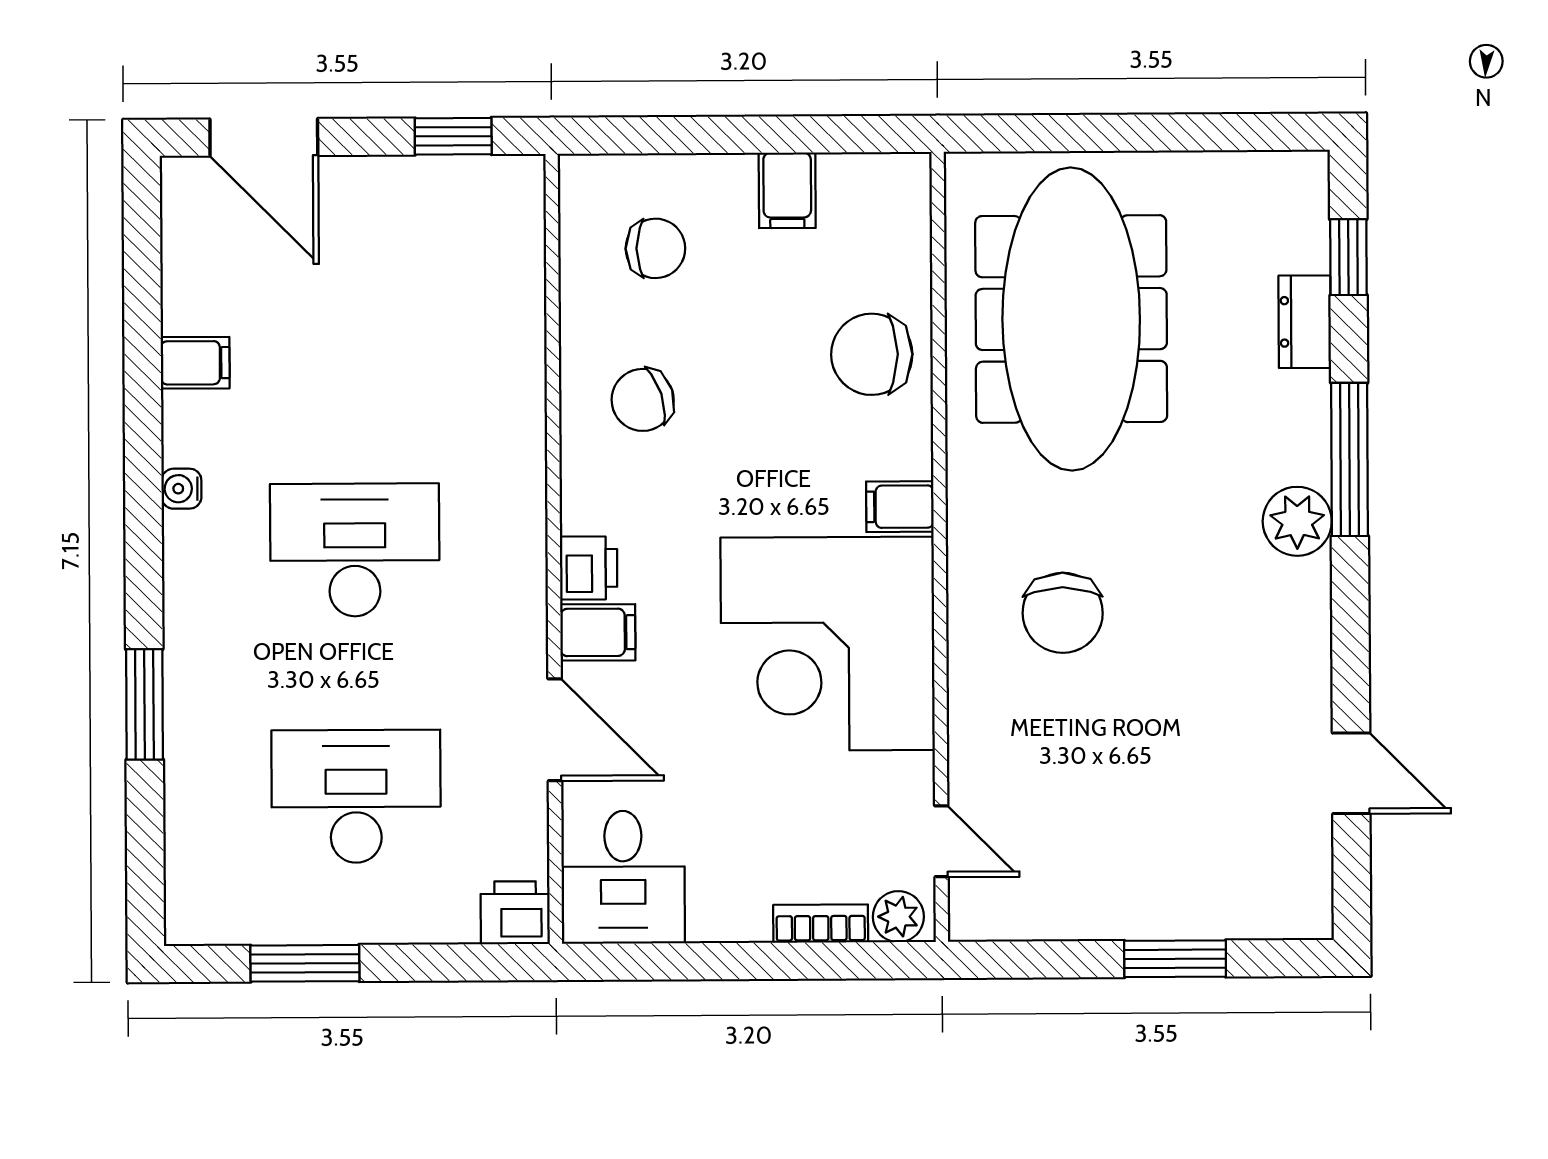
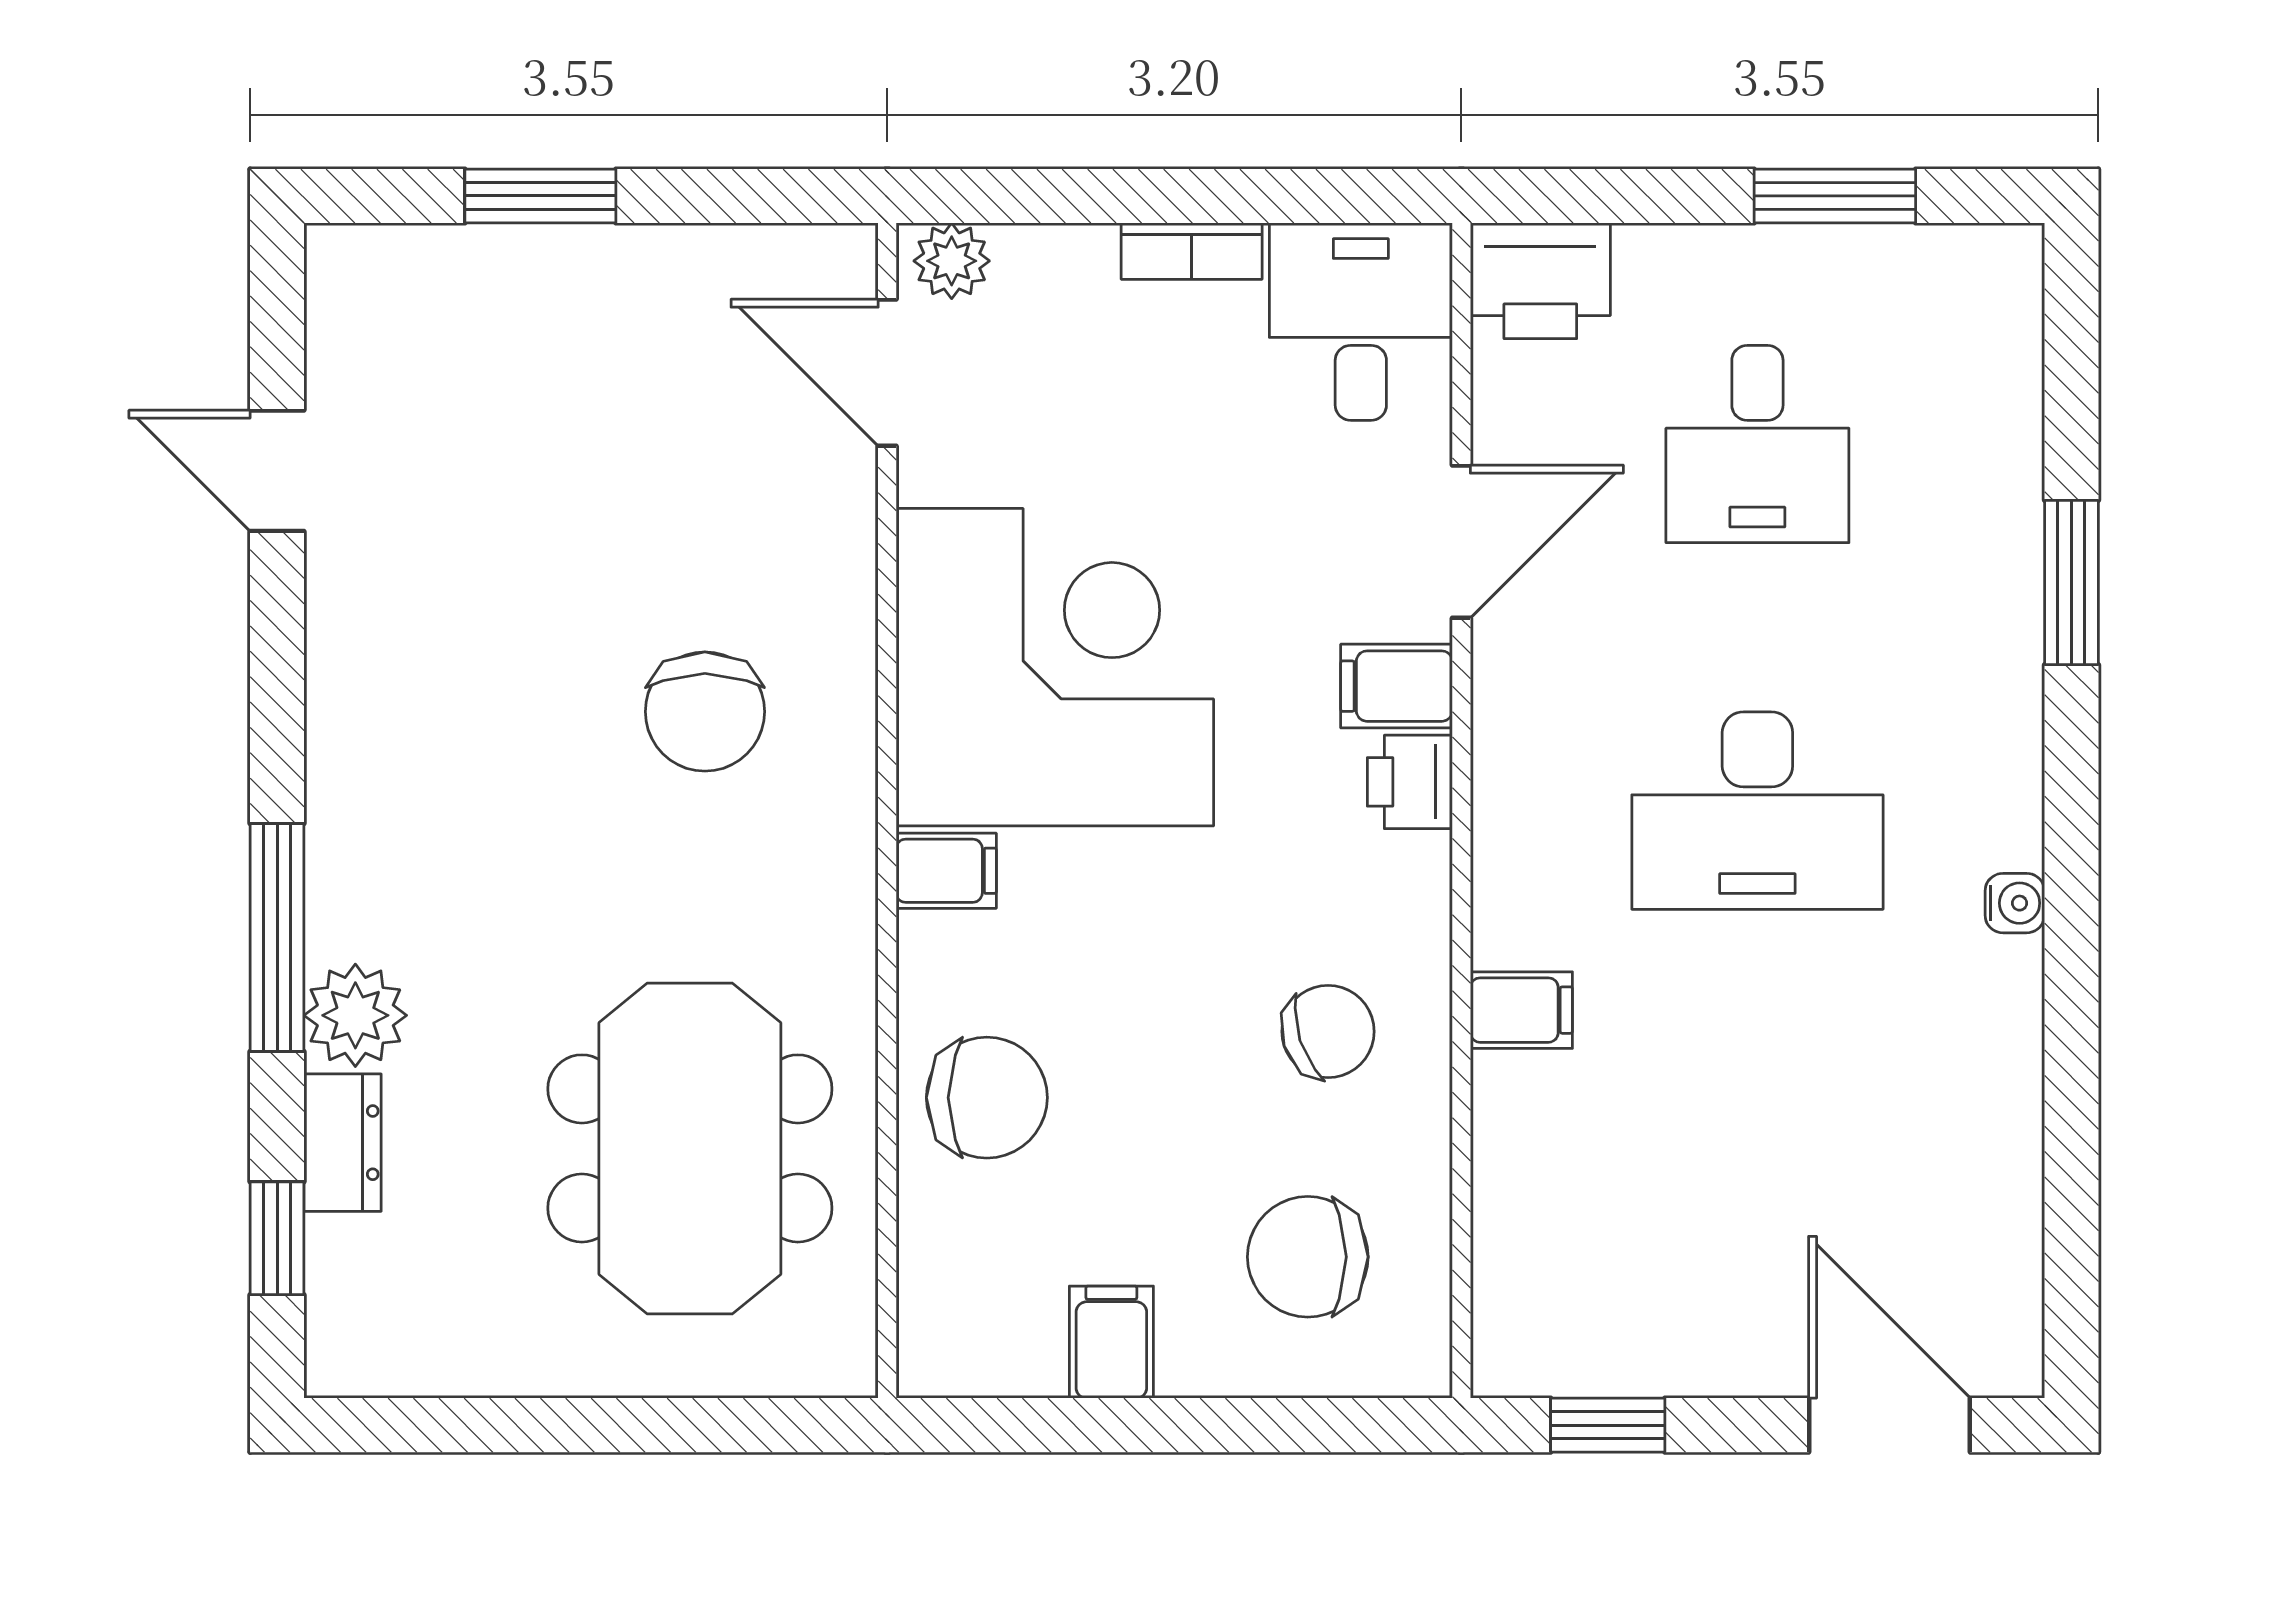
chair: (655, 248) -> (1308, 1257), width x1.37, depth x1.37
meeting table: (1071, 319) -> (690, 1148), width x0.73
filing cabinet: (195, 363) -> (1521, 1010), moved, turned 180
plant: (1297, 521) -> (355, 1015), moved
chair: (1063, 613) -> (705, 712), turned 180
door: (555, 730) -> (1461, 542), swing flipped
desk: (356, 796) -> (1757, 444), width x0.73
door: (941, 841) -> (887, 373), width x1.38
printer: (515, 913) -> (1540, 281), width x1.36, depth x1.24
bookcase: (821, 924) -> (1192, 251), moved

